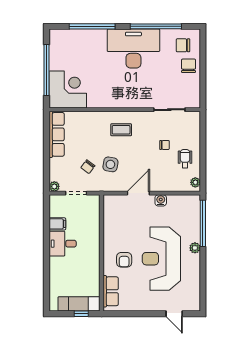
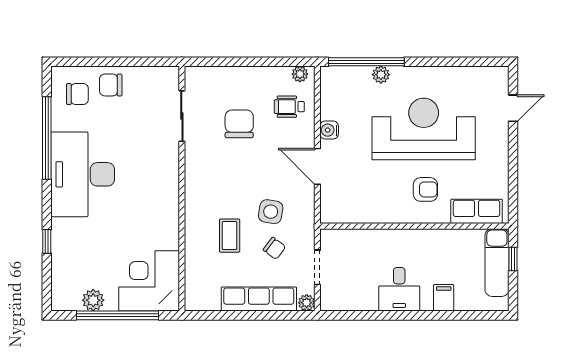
window: (92, 26) -> (47, 241), width x0.32
chair: (183, 45) -> (77, 94), turned -90
plant: (56, 55) -> (93, 300), added
coffee table: (121, 130) -> (230, 236), moved
row of seats: (57, 134) -> (259, 299), moved
chair: (165, 145) -> (239, 124), width x1.87, depth x1.87
wheelchair: (185, 159) -> (289, 107), moved
filing cabinet: (57, 224) -> (444, 298), moved
plant: (195, 248) -> (381, 75), moved
reception desk: (161, 259) -> (424, 129), turned 180

